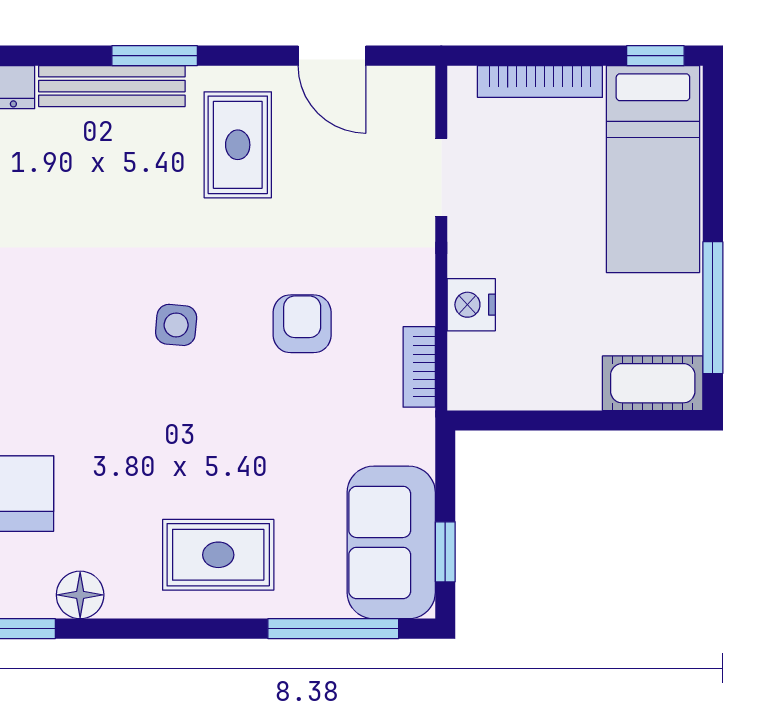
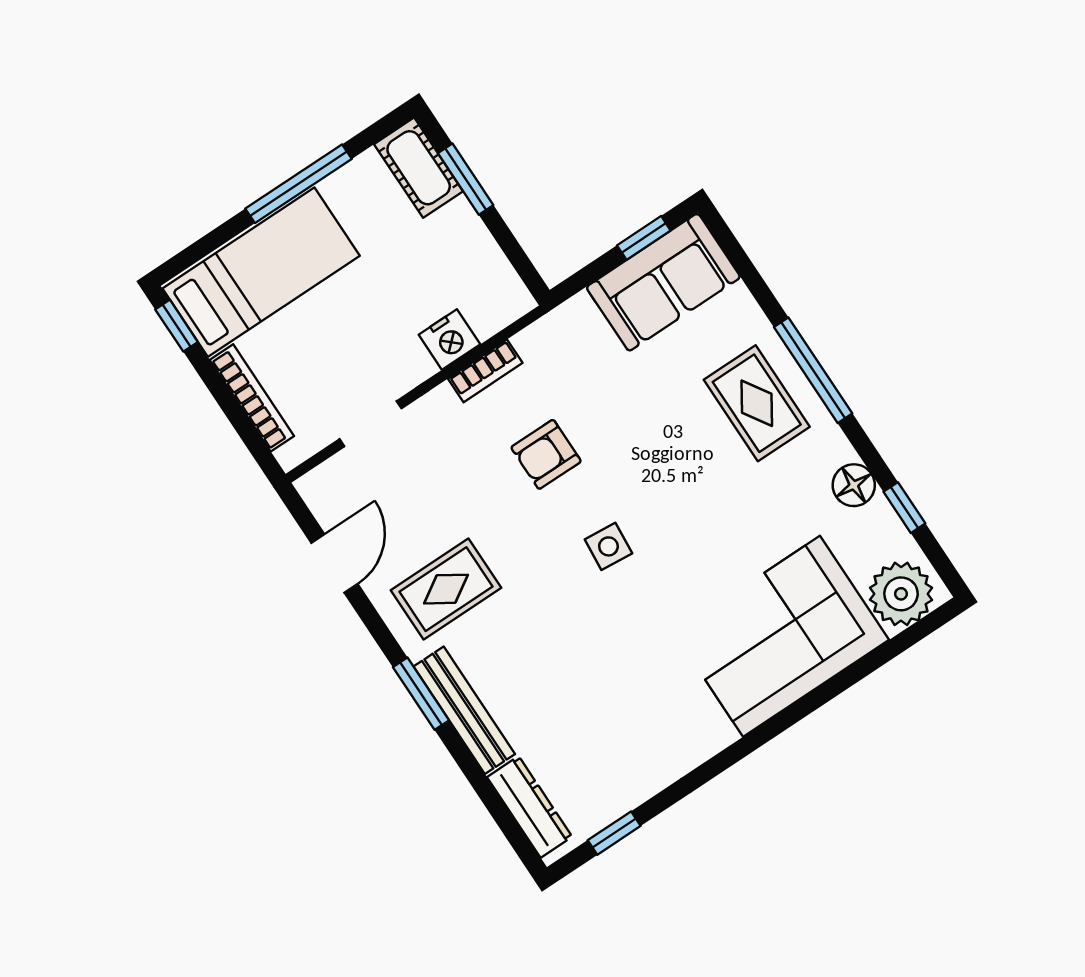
window: (713, 308) -> (299, 184), moved
bookcase: (419, 367) -> (485, 371), moved
window: (612, 420) -> (466, 179), added
window: (333, 629) -> (813, 370), moved

